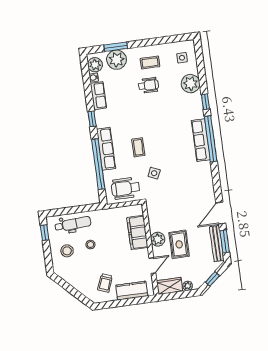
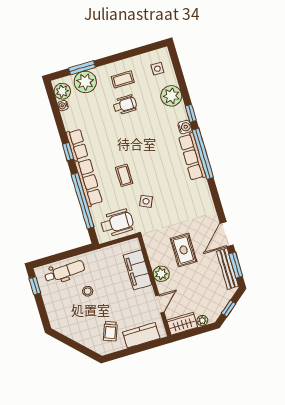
row of seats: (98, 96) -> (77, 145), moved
water cooler: (198, 113) -> (185, 127), added
wheelchair: (125, 188) -> (117, 223), turned 180
rug: (179, 244) -> (184, 250), moved
stool: (67, 251) -> (63, 302), removed

